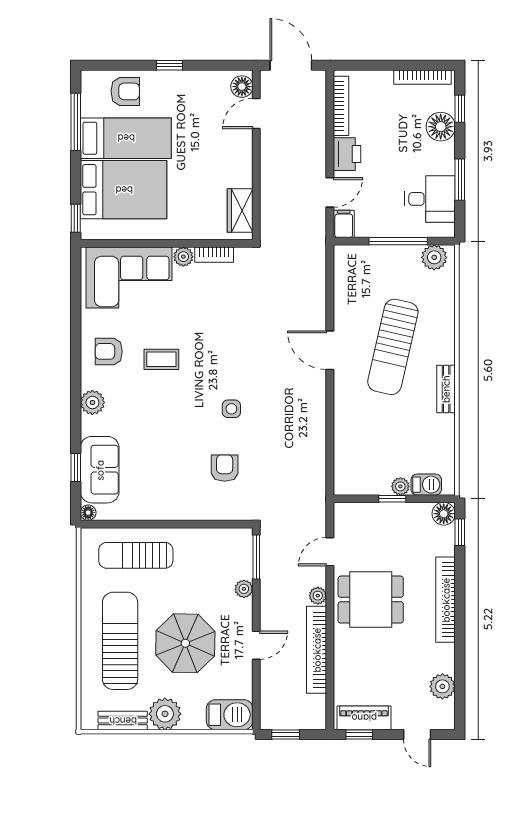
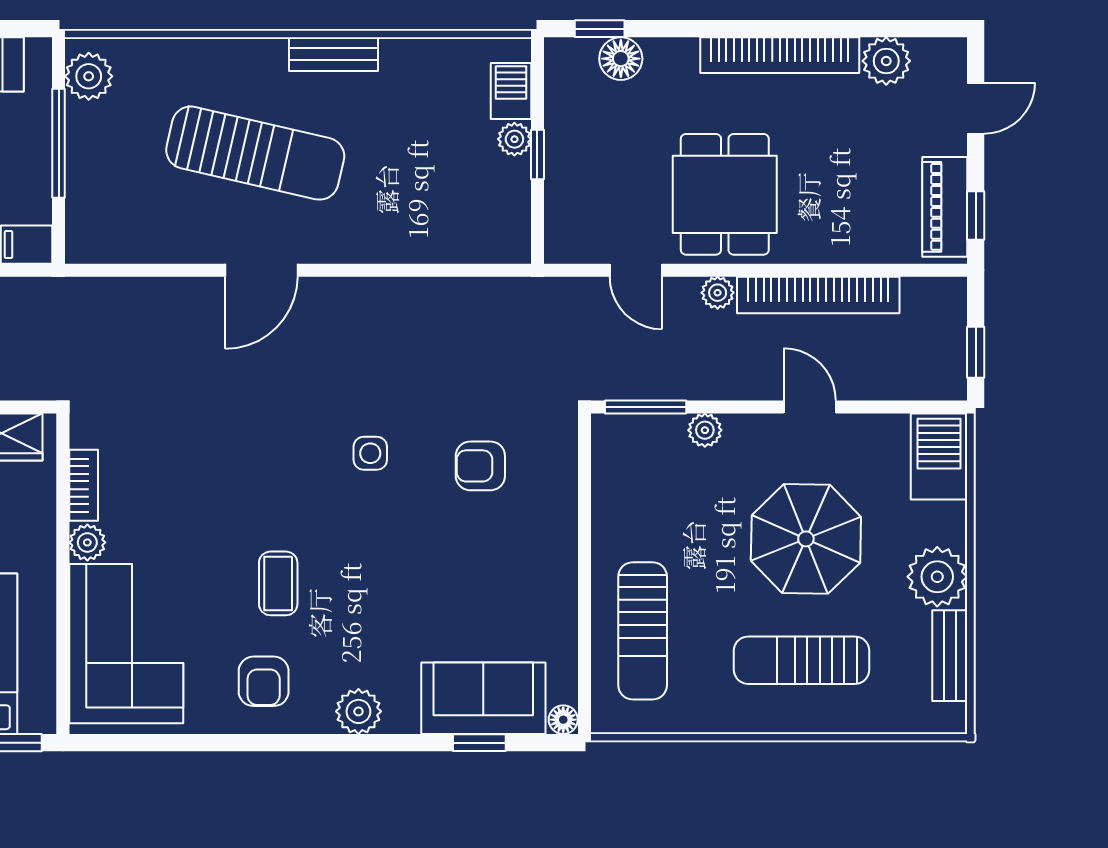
floor lamp: (444, 514) -> (621, 59), moved
bookcase: (446, 600) -> (780, 55), moved
sun lounger: (120, 641) -> (802, 660), width x0.73, depth x0.75

